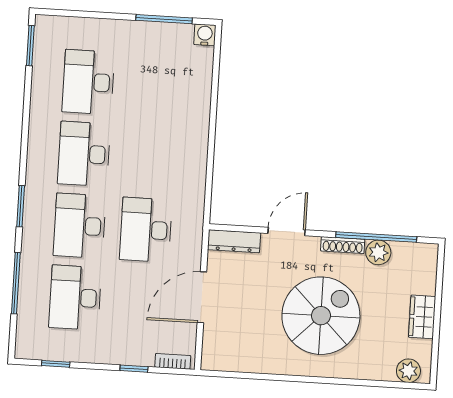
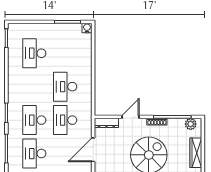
desk: (84, 154) -> (65, 87), moved
plant: (378, 252) -> (191, 124), moved
wardrobe: (422, 317) -> (196, 153), width x1.50

